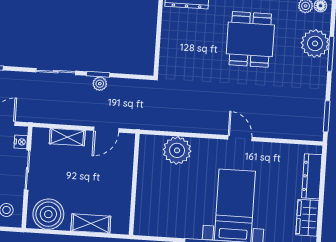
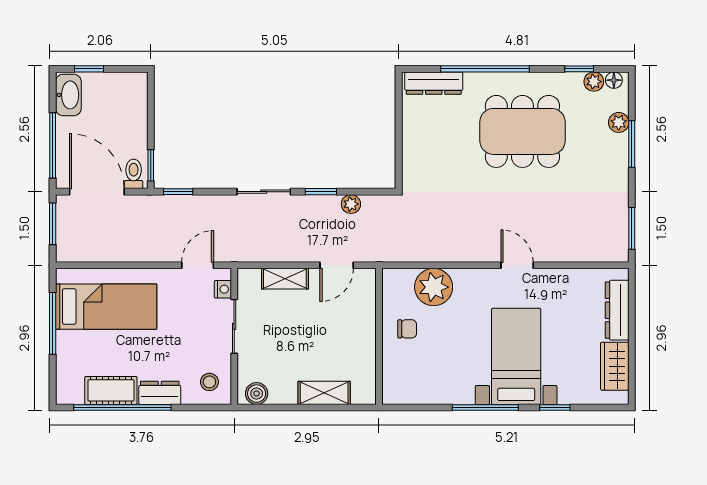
dining table: (250, 39) -> (522, 131), width x1.38
plant: (315, 43) -> (619, 122), width x0.53, depth x0.53
plant: (100, 84) -> (351, 204), moved
chair: (155, 180) -> (407, 329), added
boiler: (48, 214) -> (257, 394), width x0.54, depth x0.54

